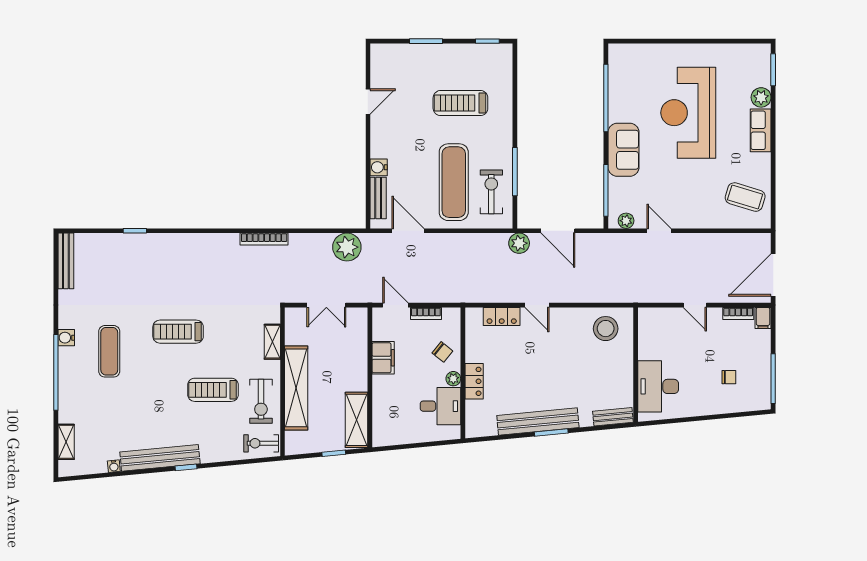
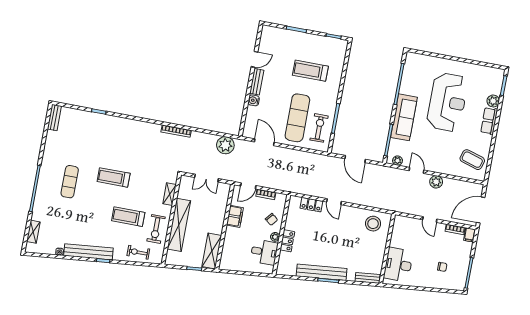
reception desk: (688, 113) -> (447, 102), turned 180
sofa: (624, 150) -> (404, 117), width x1.36
bench: (378, 198) -> (257, 82), moved
plant: (519, 243) -> (436, 182), moved
bench: (66, 261) -> (54, 118), width x0.73
door: (395, 305) -> (248, 186), swing flipped
water cooler: (66, 338) -> (45, 169), removed
exercise bike: (261, 443) -> (138, 252), moved

